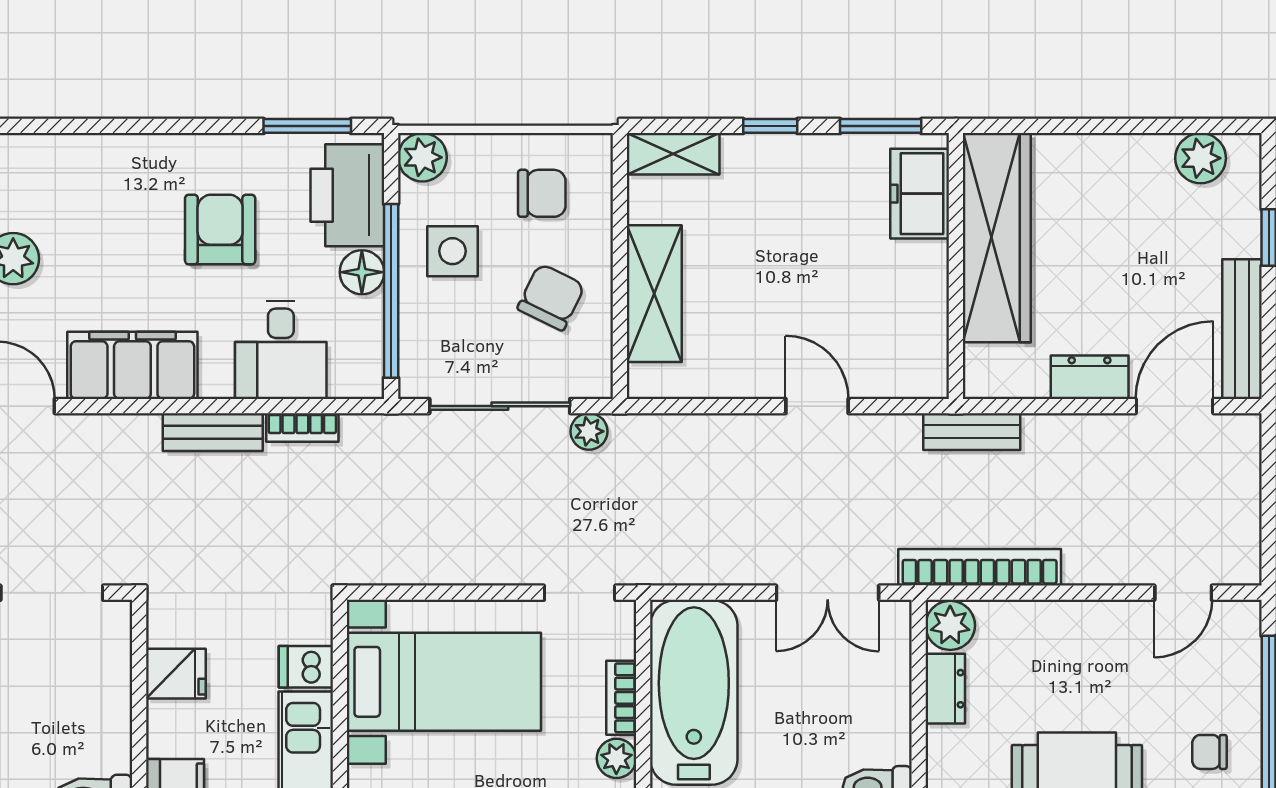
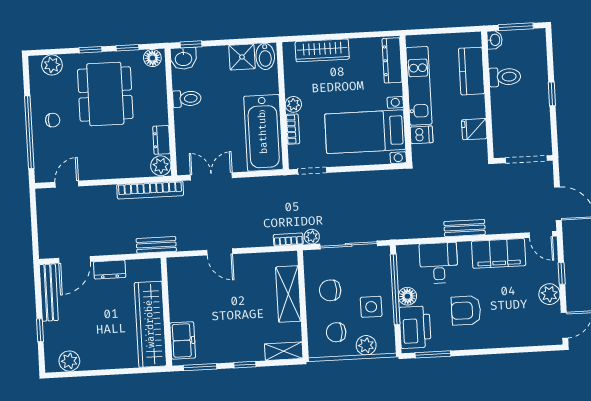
plant: (422, 157) -> (366, 345), moved
armchair: (220, 230) -> (466, 310), turned 90
chair: (551, 297) -> (330, 290), turned 64
bookcase: (302, 427) -> (288, 239), moved

